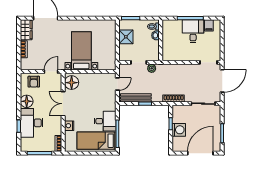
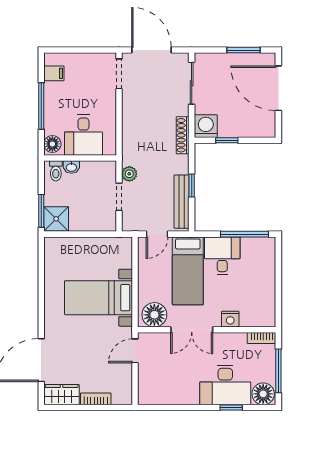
floor lamp: (169, 25) -> (52, 144), added
desk: (193, 31) -> (83, 135), moved, turned -90
shower: (126, 37) -> (56, 219), moved
door: (51, 72) -> (135, 351), hinge flipped
armchair: (34, 82) -> (153, 381), removed
door: (117, 84) -> (157, 234), swing flipped
floor lamp: (27, 101) -> (263, 394), moved
washing machine: (179, 130) -> (206, 126), moved
bed: (96, 141) -> (188, 271), moved

